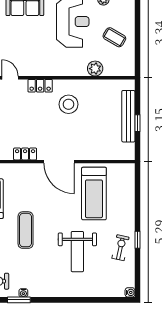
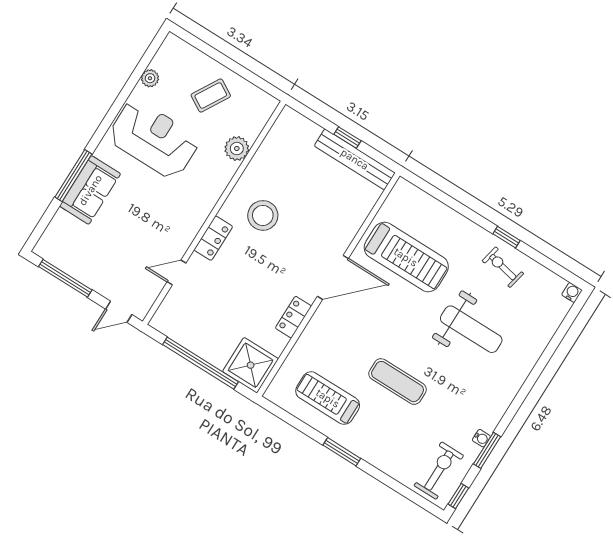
bench: (128, 116) -> (355, 159), moved

